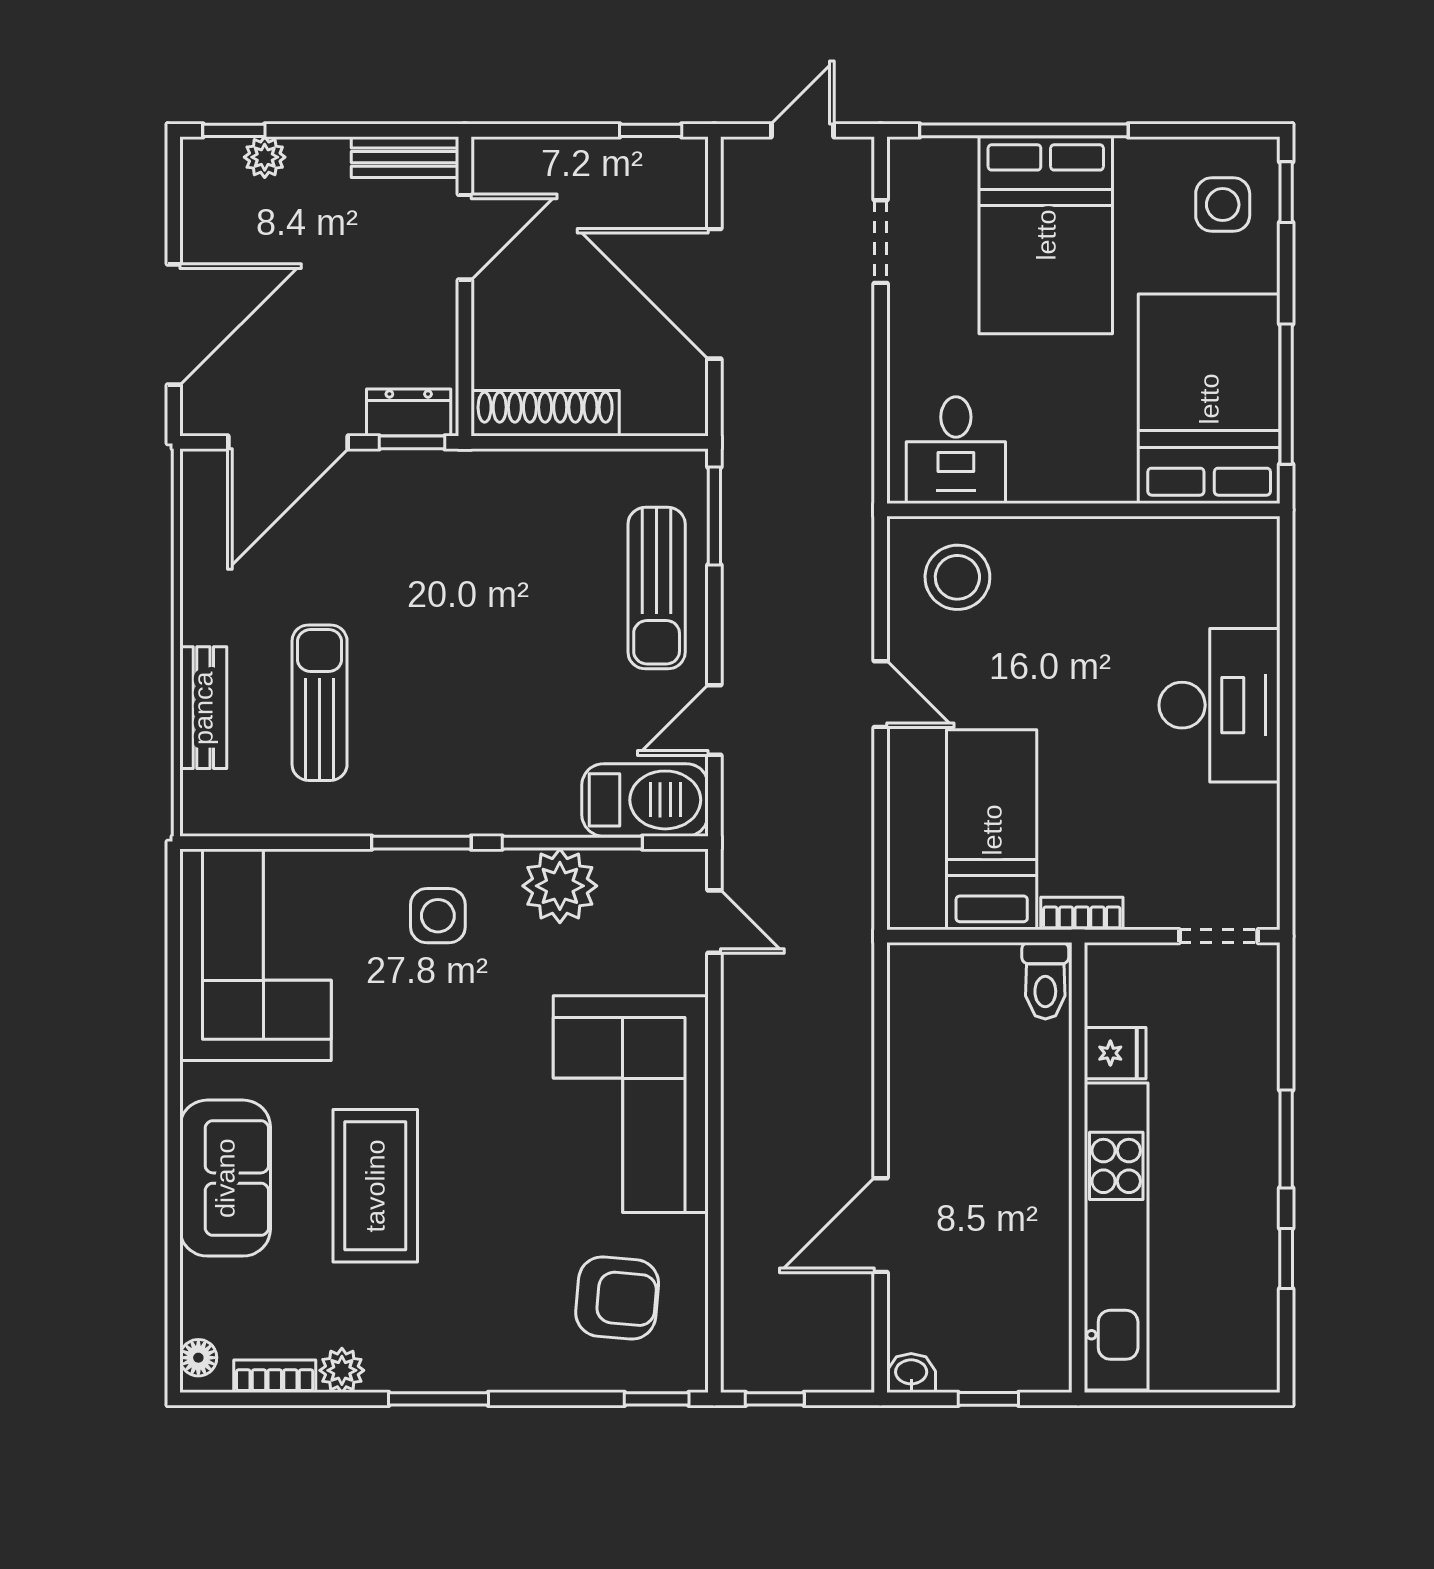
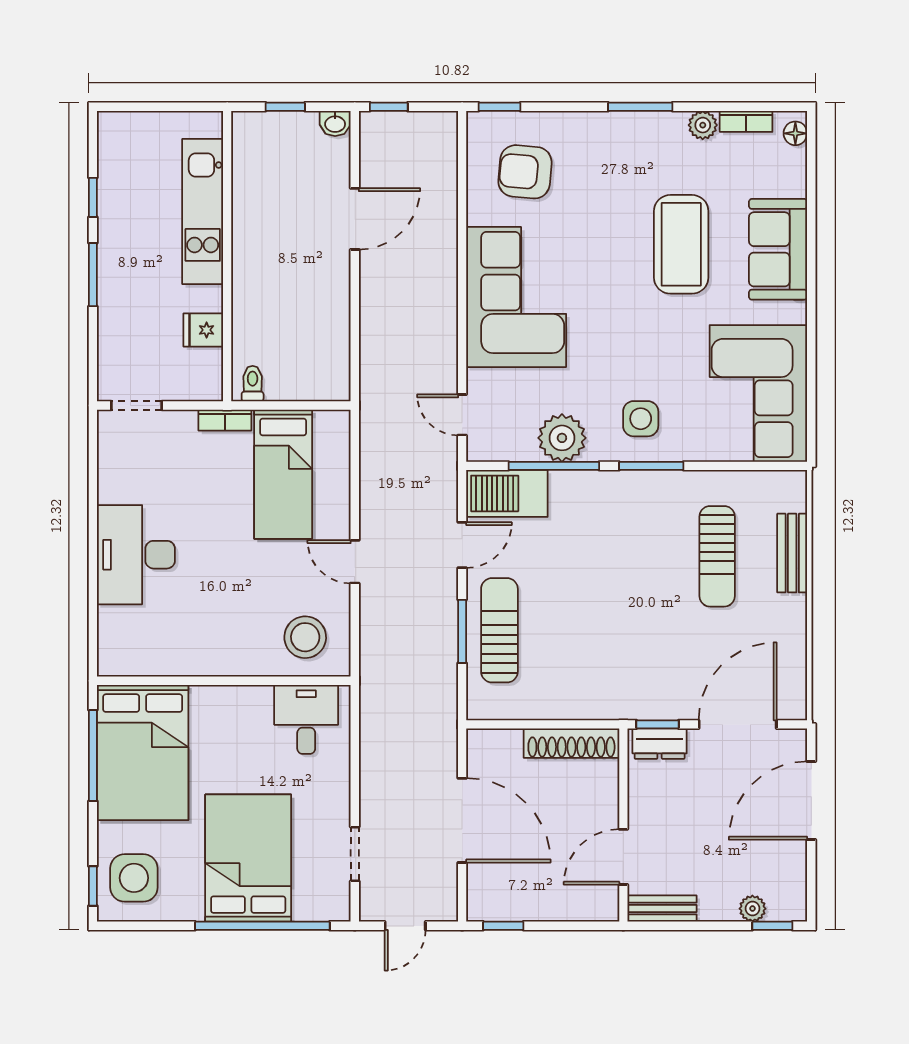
side table: (1223, 205) -> (134, 878), width x1.37, depth x1.37
window: (714, 516) -> (462, 631), moved
toilet: (1045, 981) -> (253, 384), width x0.73, depth x0.72
kitchen unit: (1116, 1237) -> (203, 212), width x0.73
window: (775, 1399) -> (389, 107), moved

